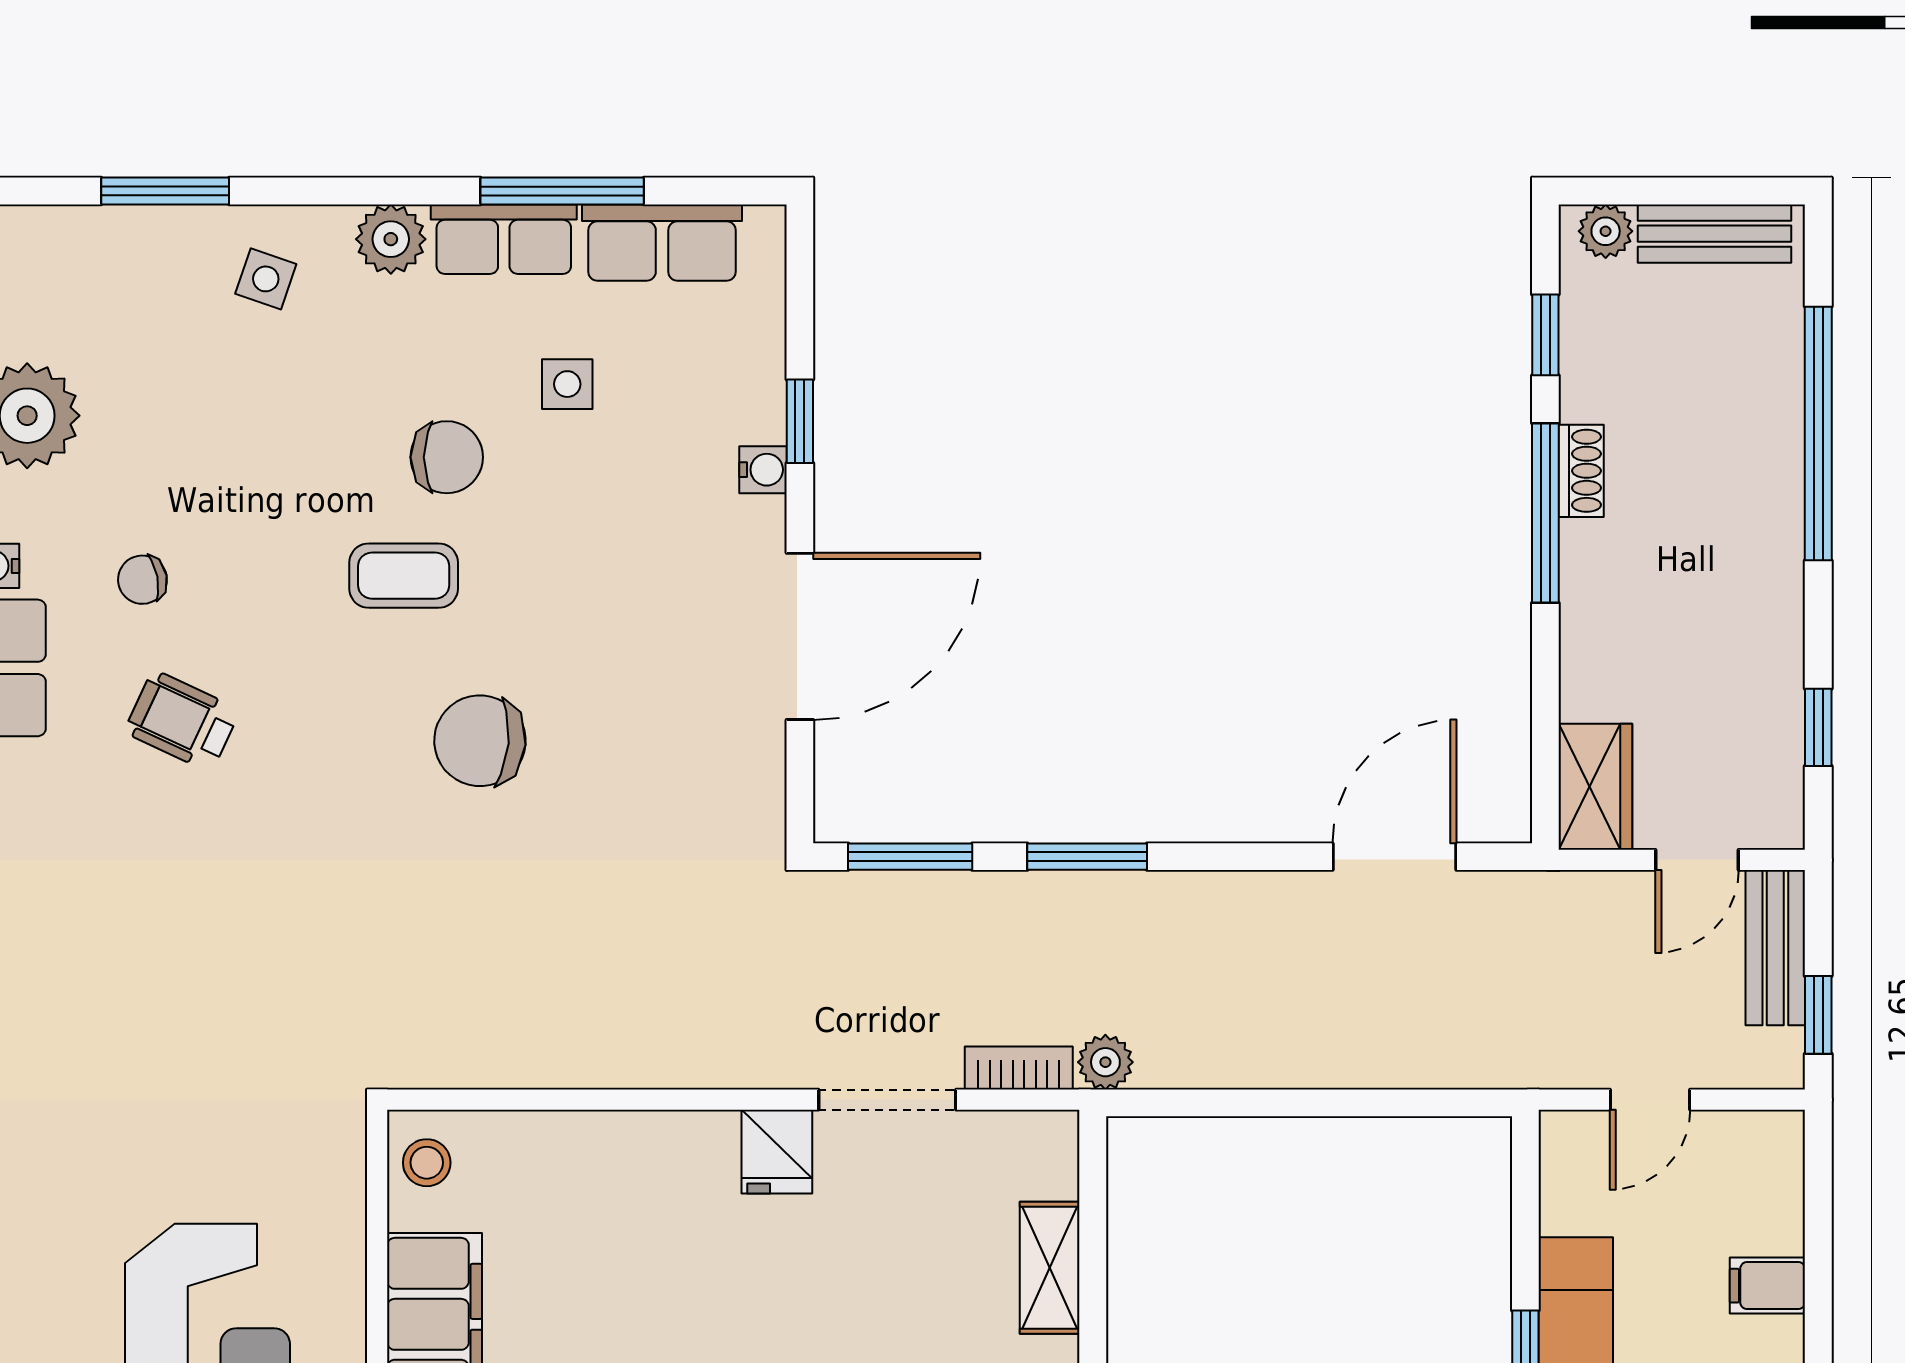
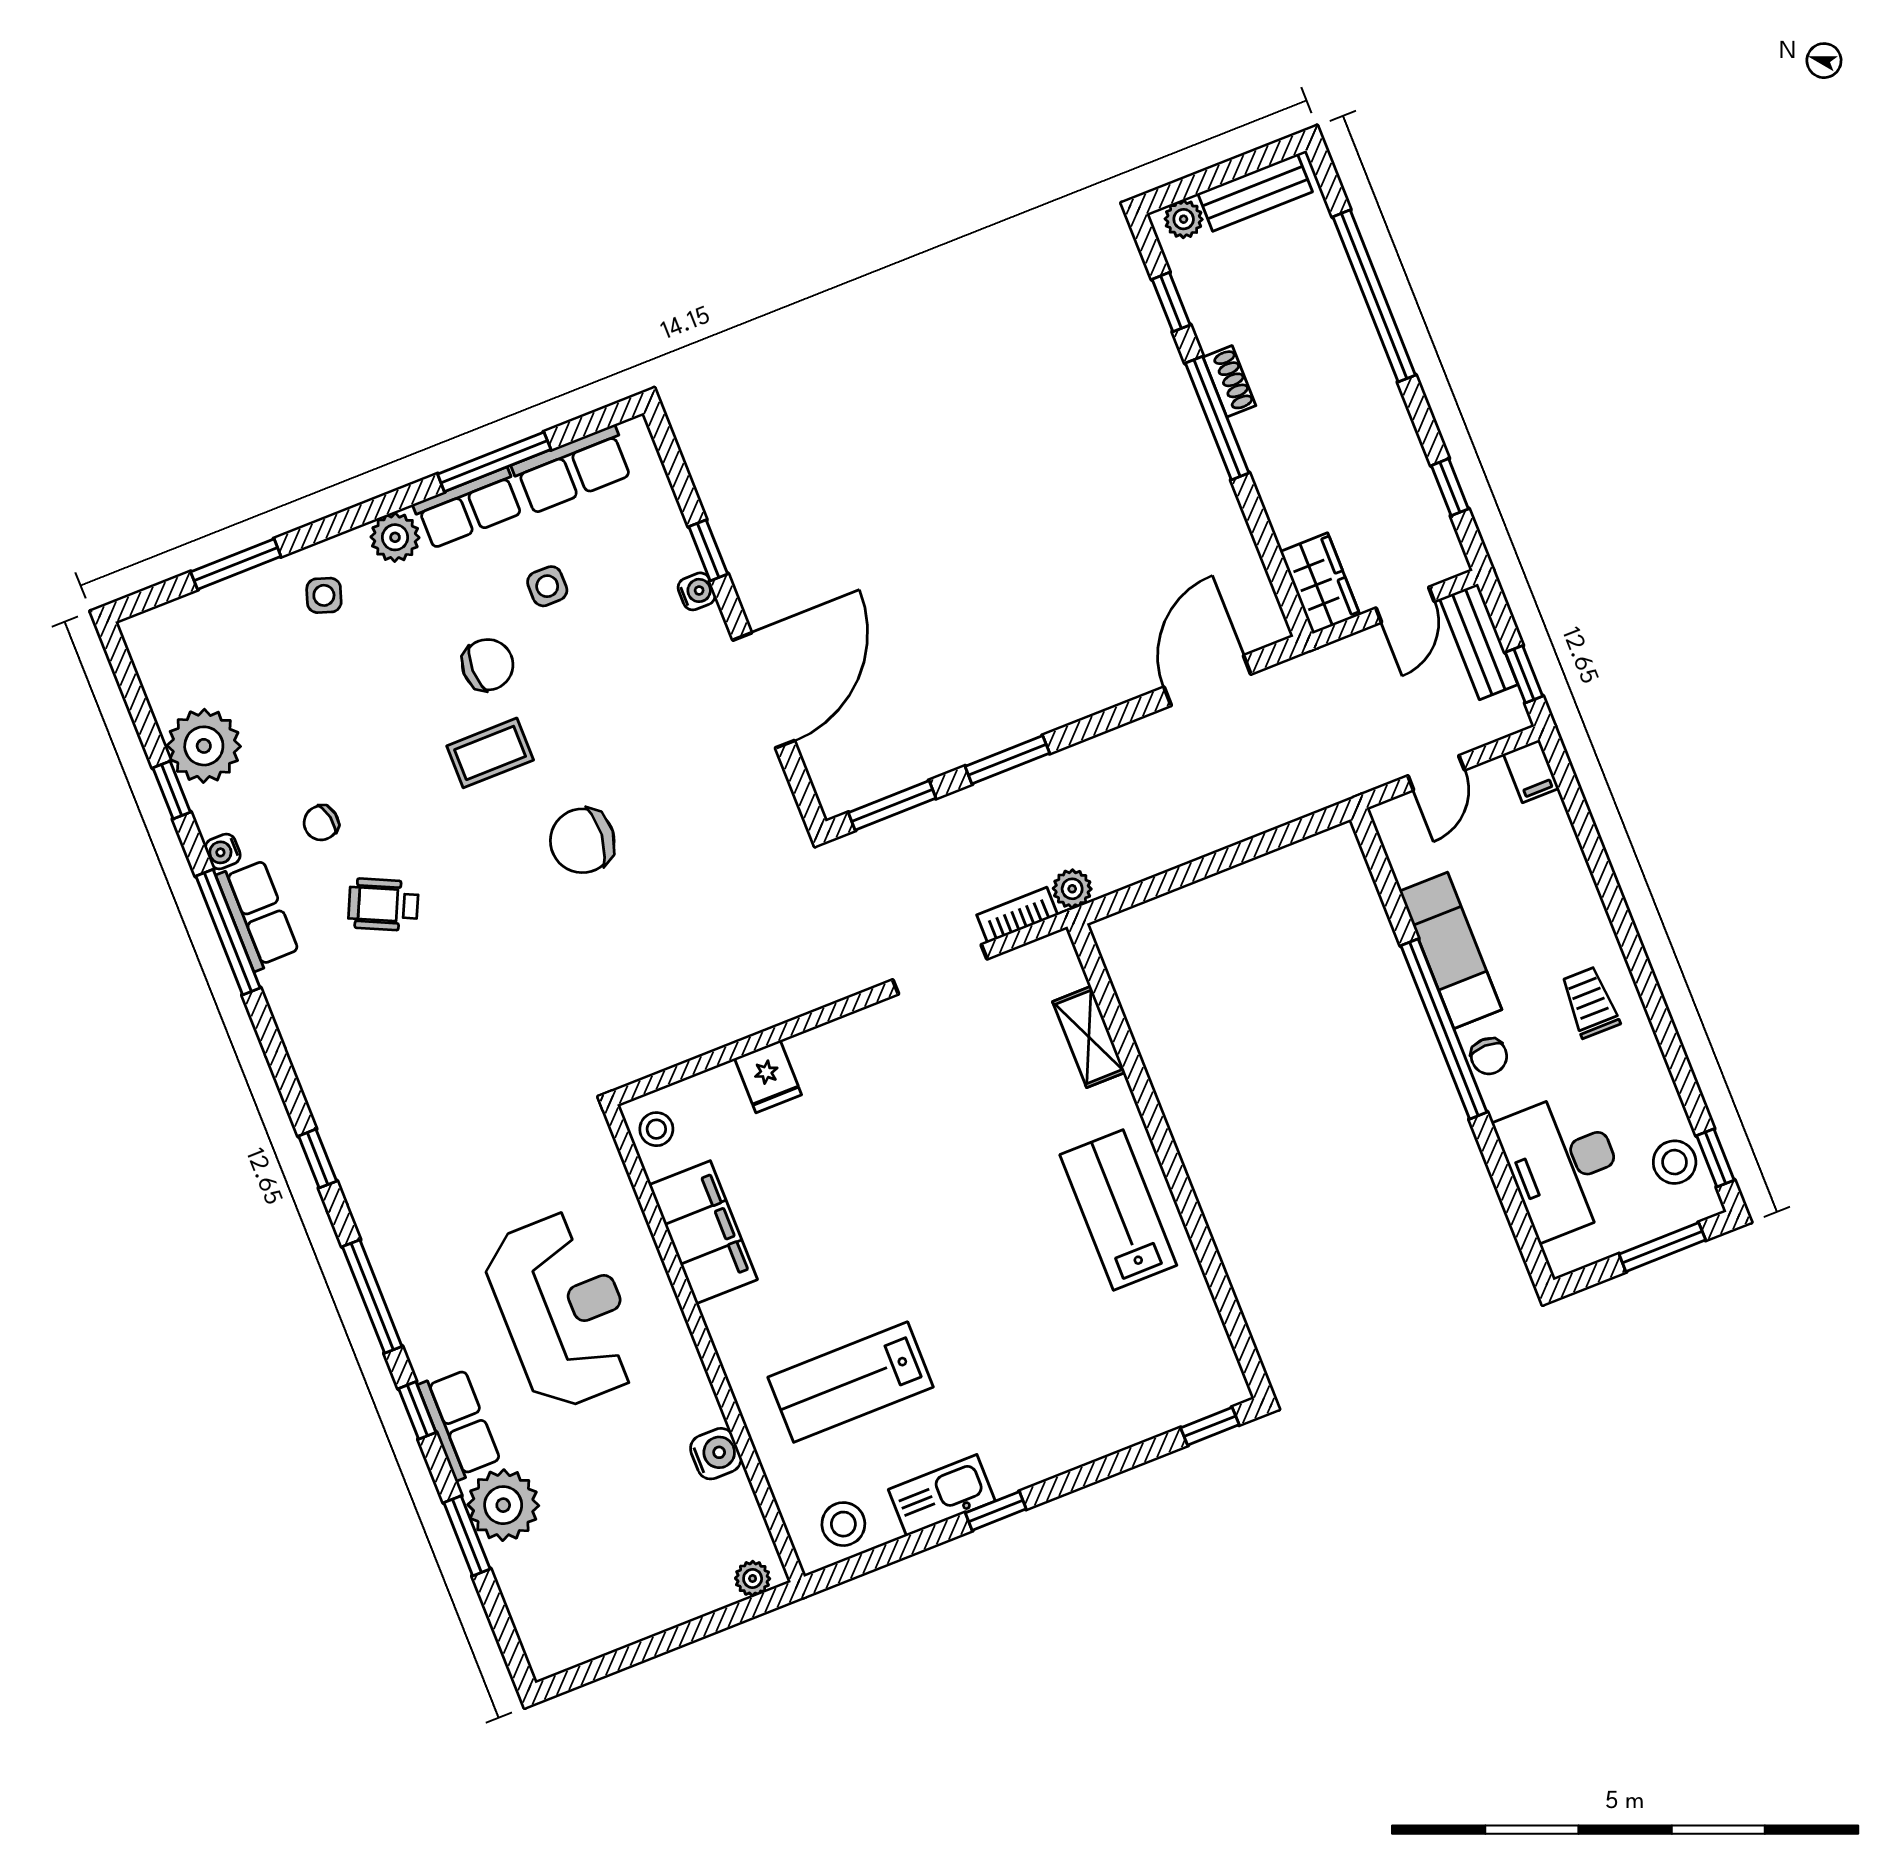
fridge: (777, 1152) -> (768, 1077), moved
filing cabinet: (1767, 1286) -> (1531, 771), moved, turned -90

